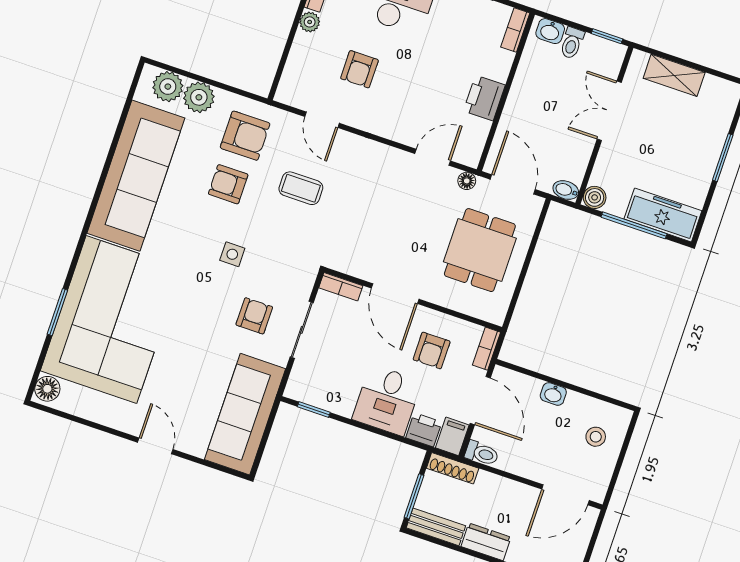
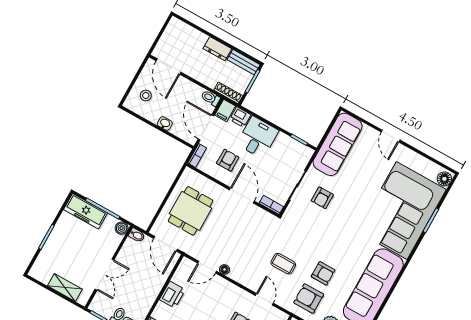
floor lamp: (467, 181) -> (224, 269), moved
side table: (232, 254) -> (328, 234), removed
door: (565, 495) -> (169, 66), swing flipped

